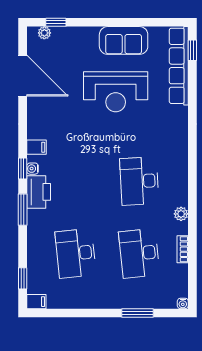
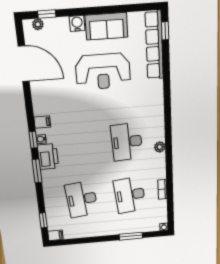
water cooler: (90, 35) -> (77, 23), added
plant: (181, 214) -> (160, 147), moved

